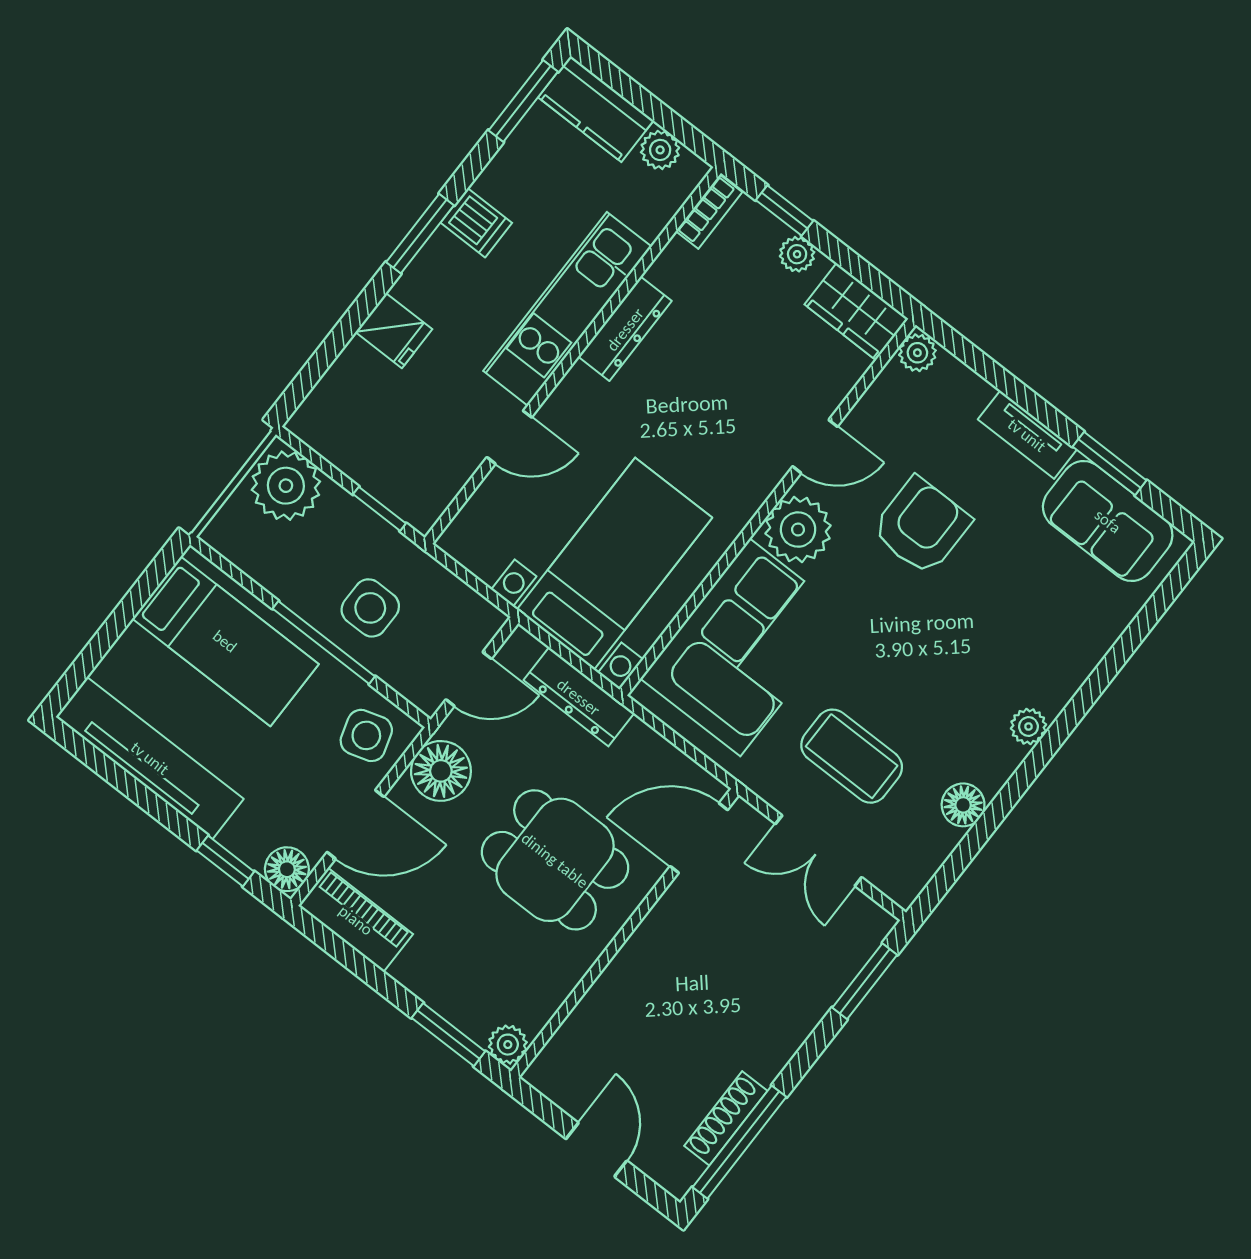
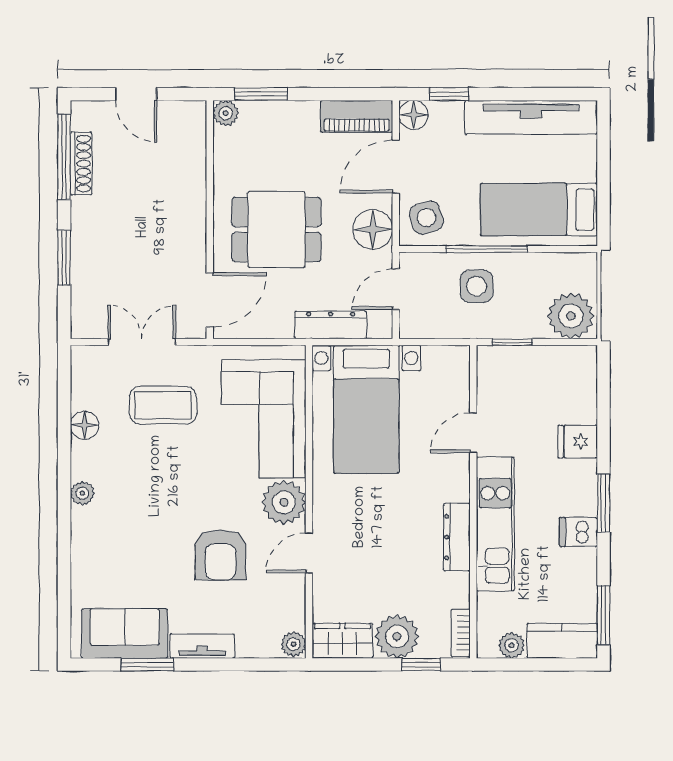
plant: (797, 254) -> (397, 636), width x1.88, depth x1.88
window: (865, 981) -> (64, 258), moved

